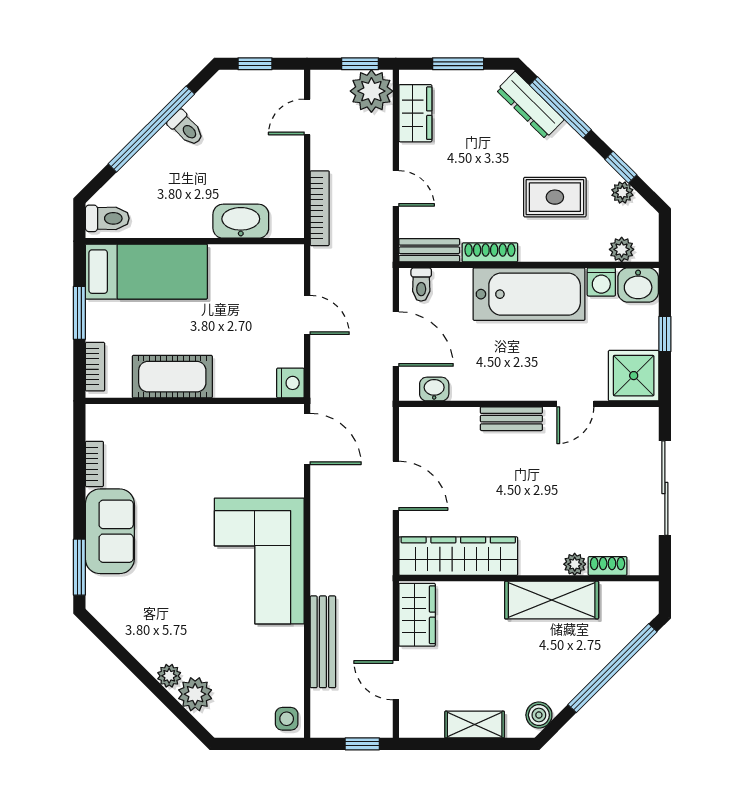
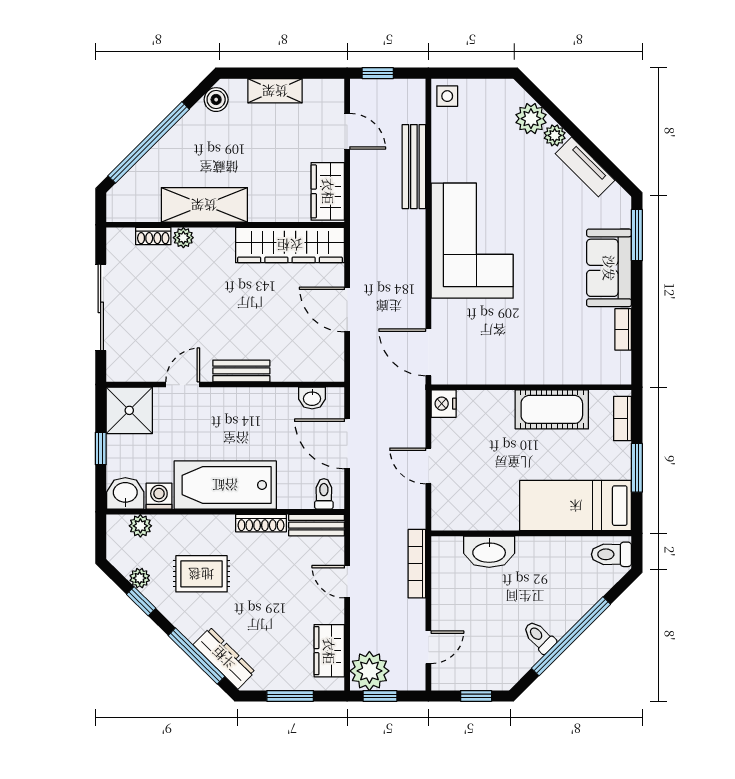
tv unit: (136, 641) -> (585, 167), added

